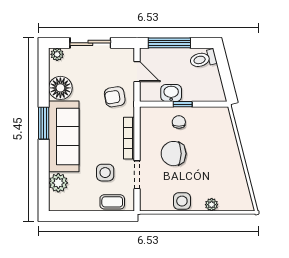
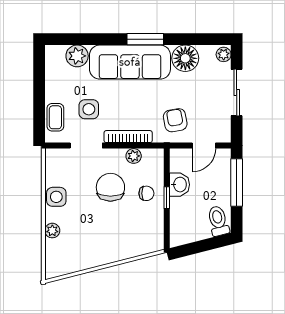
plant: (146, 133) -> (134, 156), added

